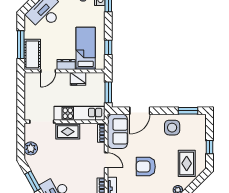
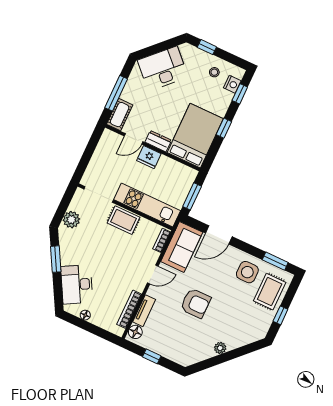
window: (108, 47) -> (224, 128), moved
bed: (86, 48) -> (195, 136), width x1.50
cot: (32, 54) -> (120, 115), width x0.73, depth x0.75
fridge: (78, 79) -> (149, 157), moved
door: (106, 160) -> (153, 274), hinge flipped
rug: (187, 163) -> (270, 292), moved
armchair: (146, 167) -> (196, 303), turned 180

